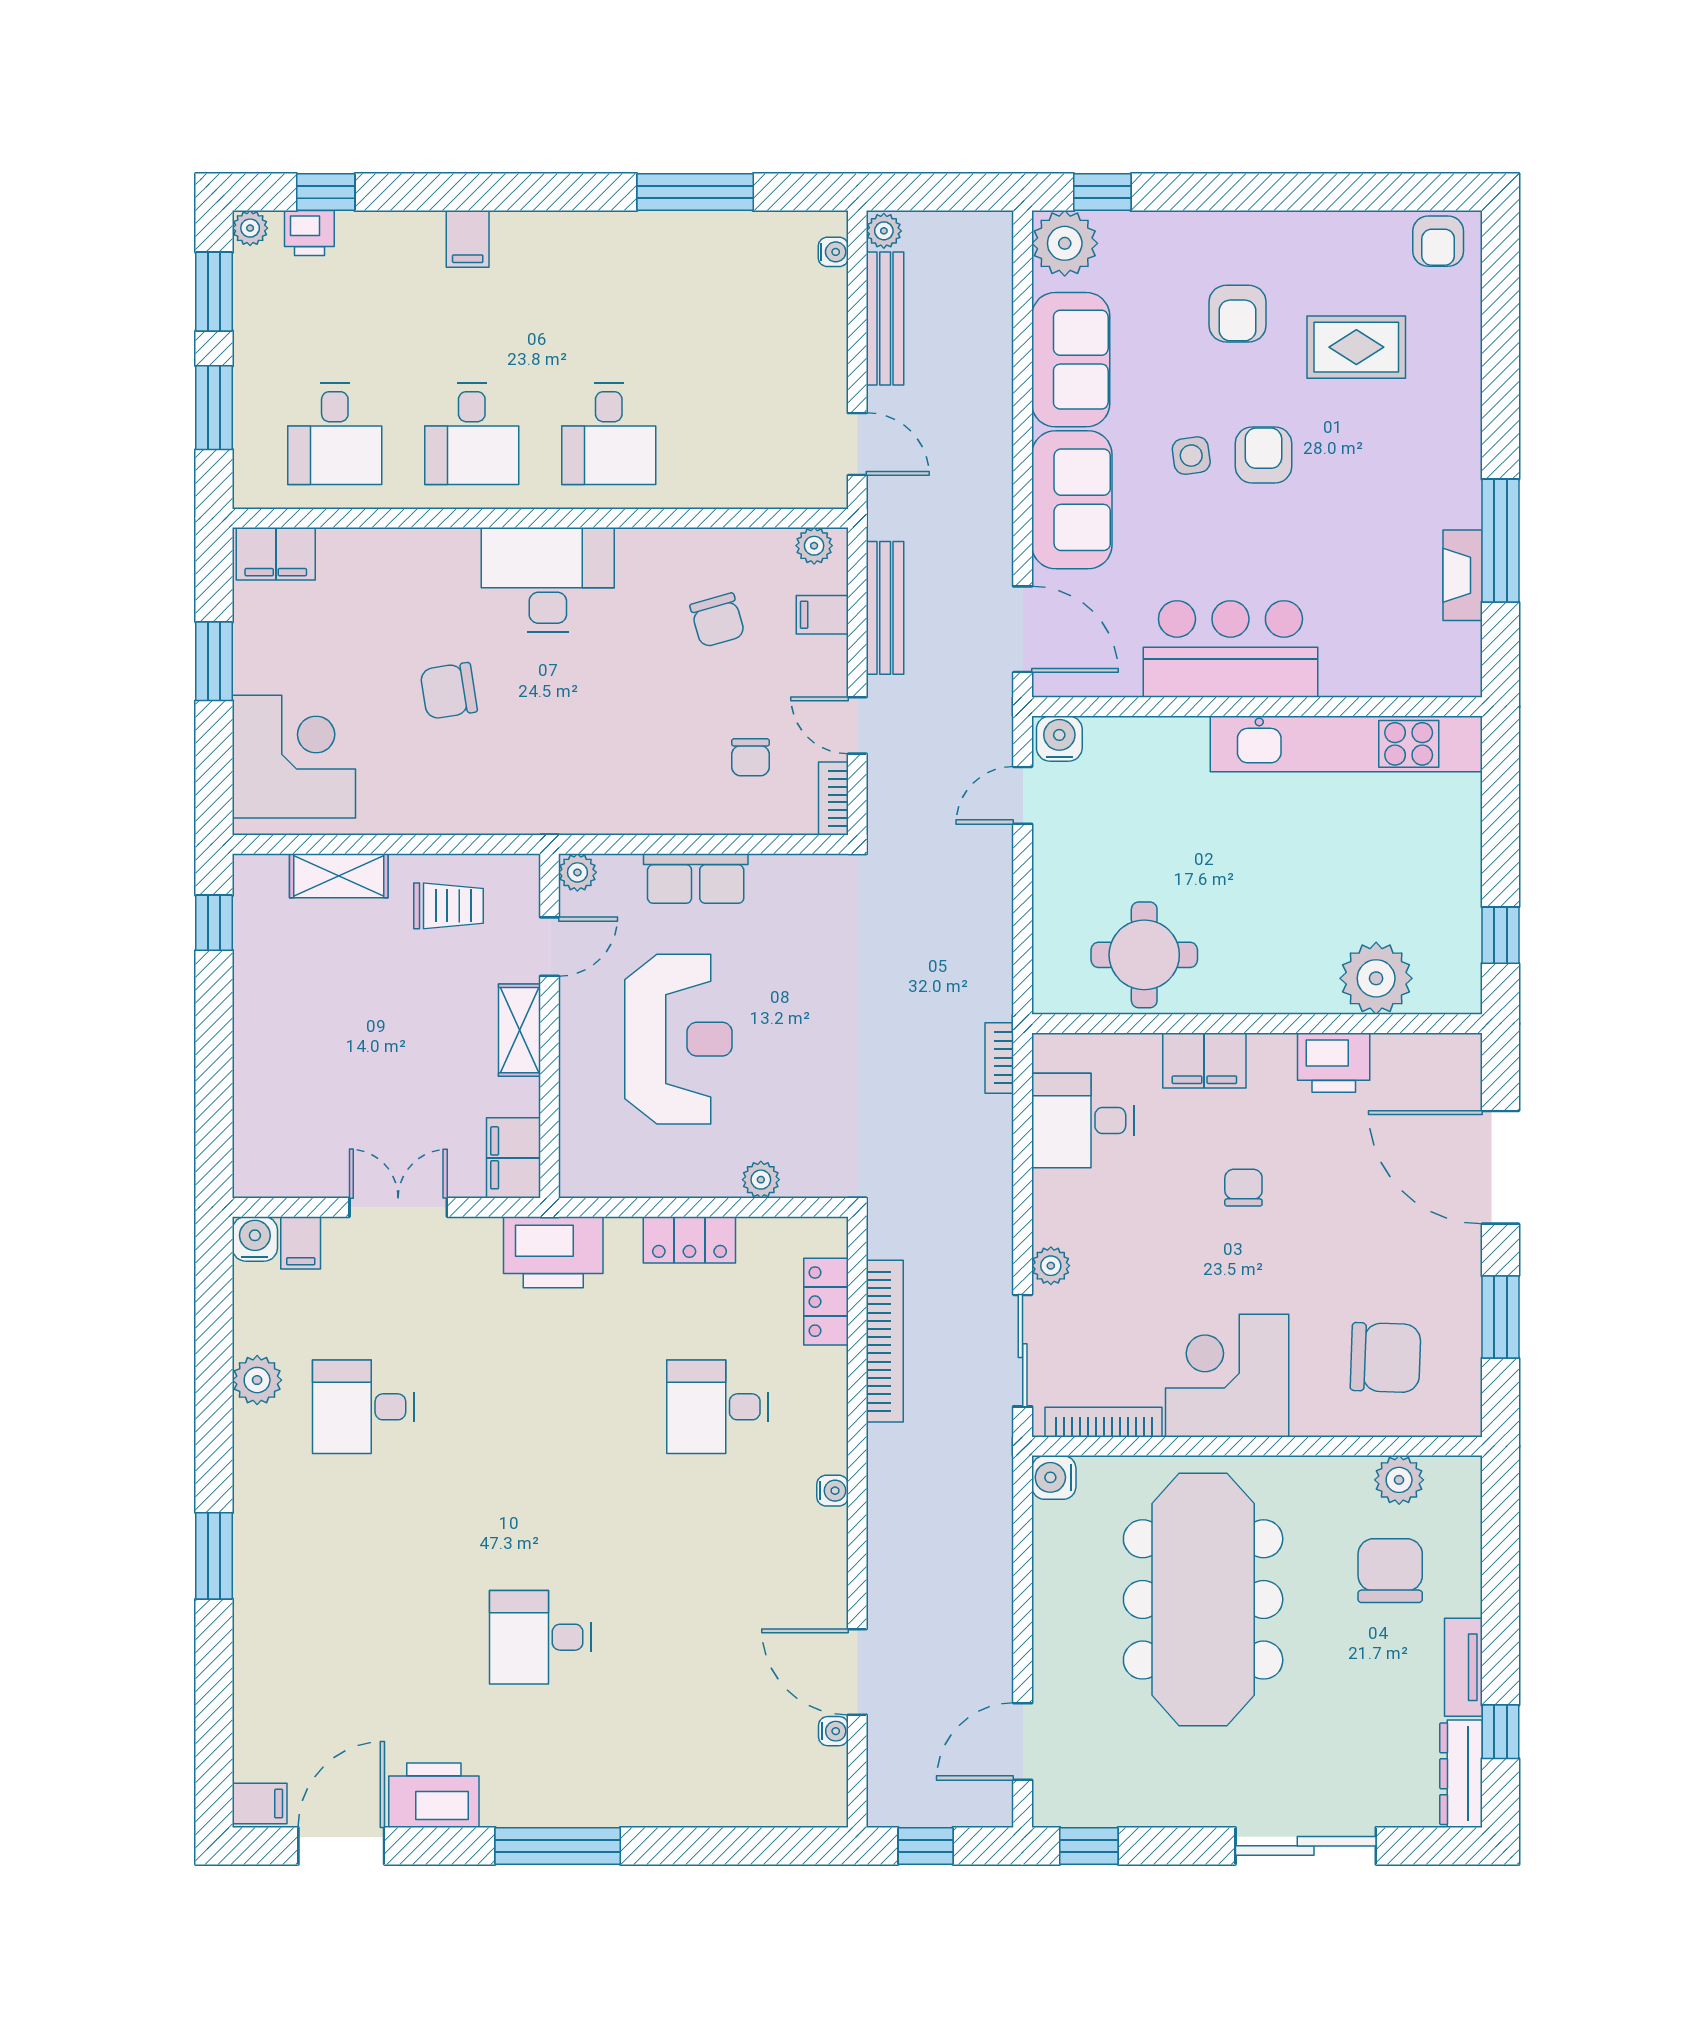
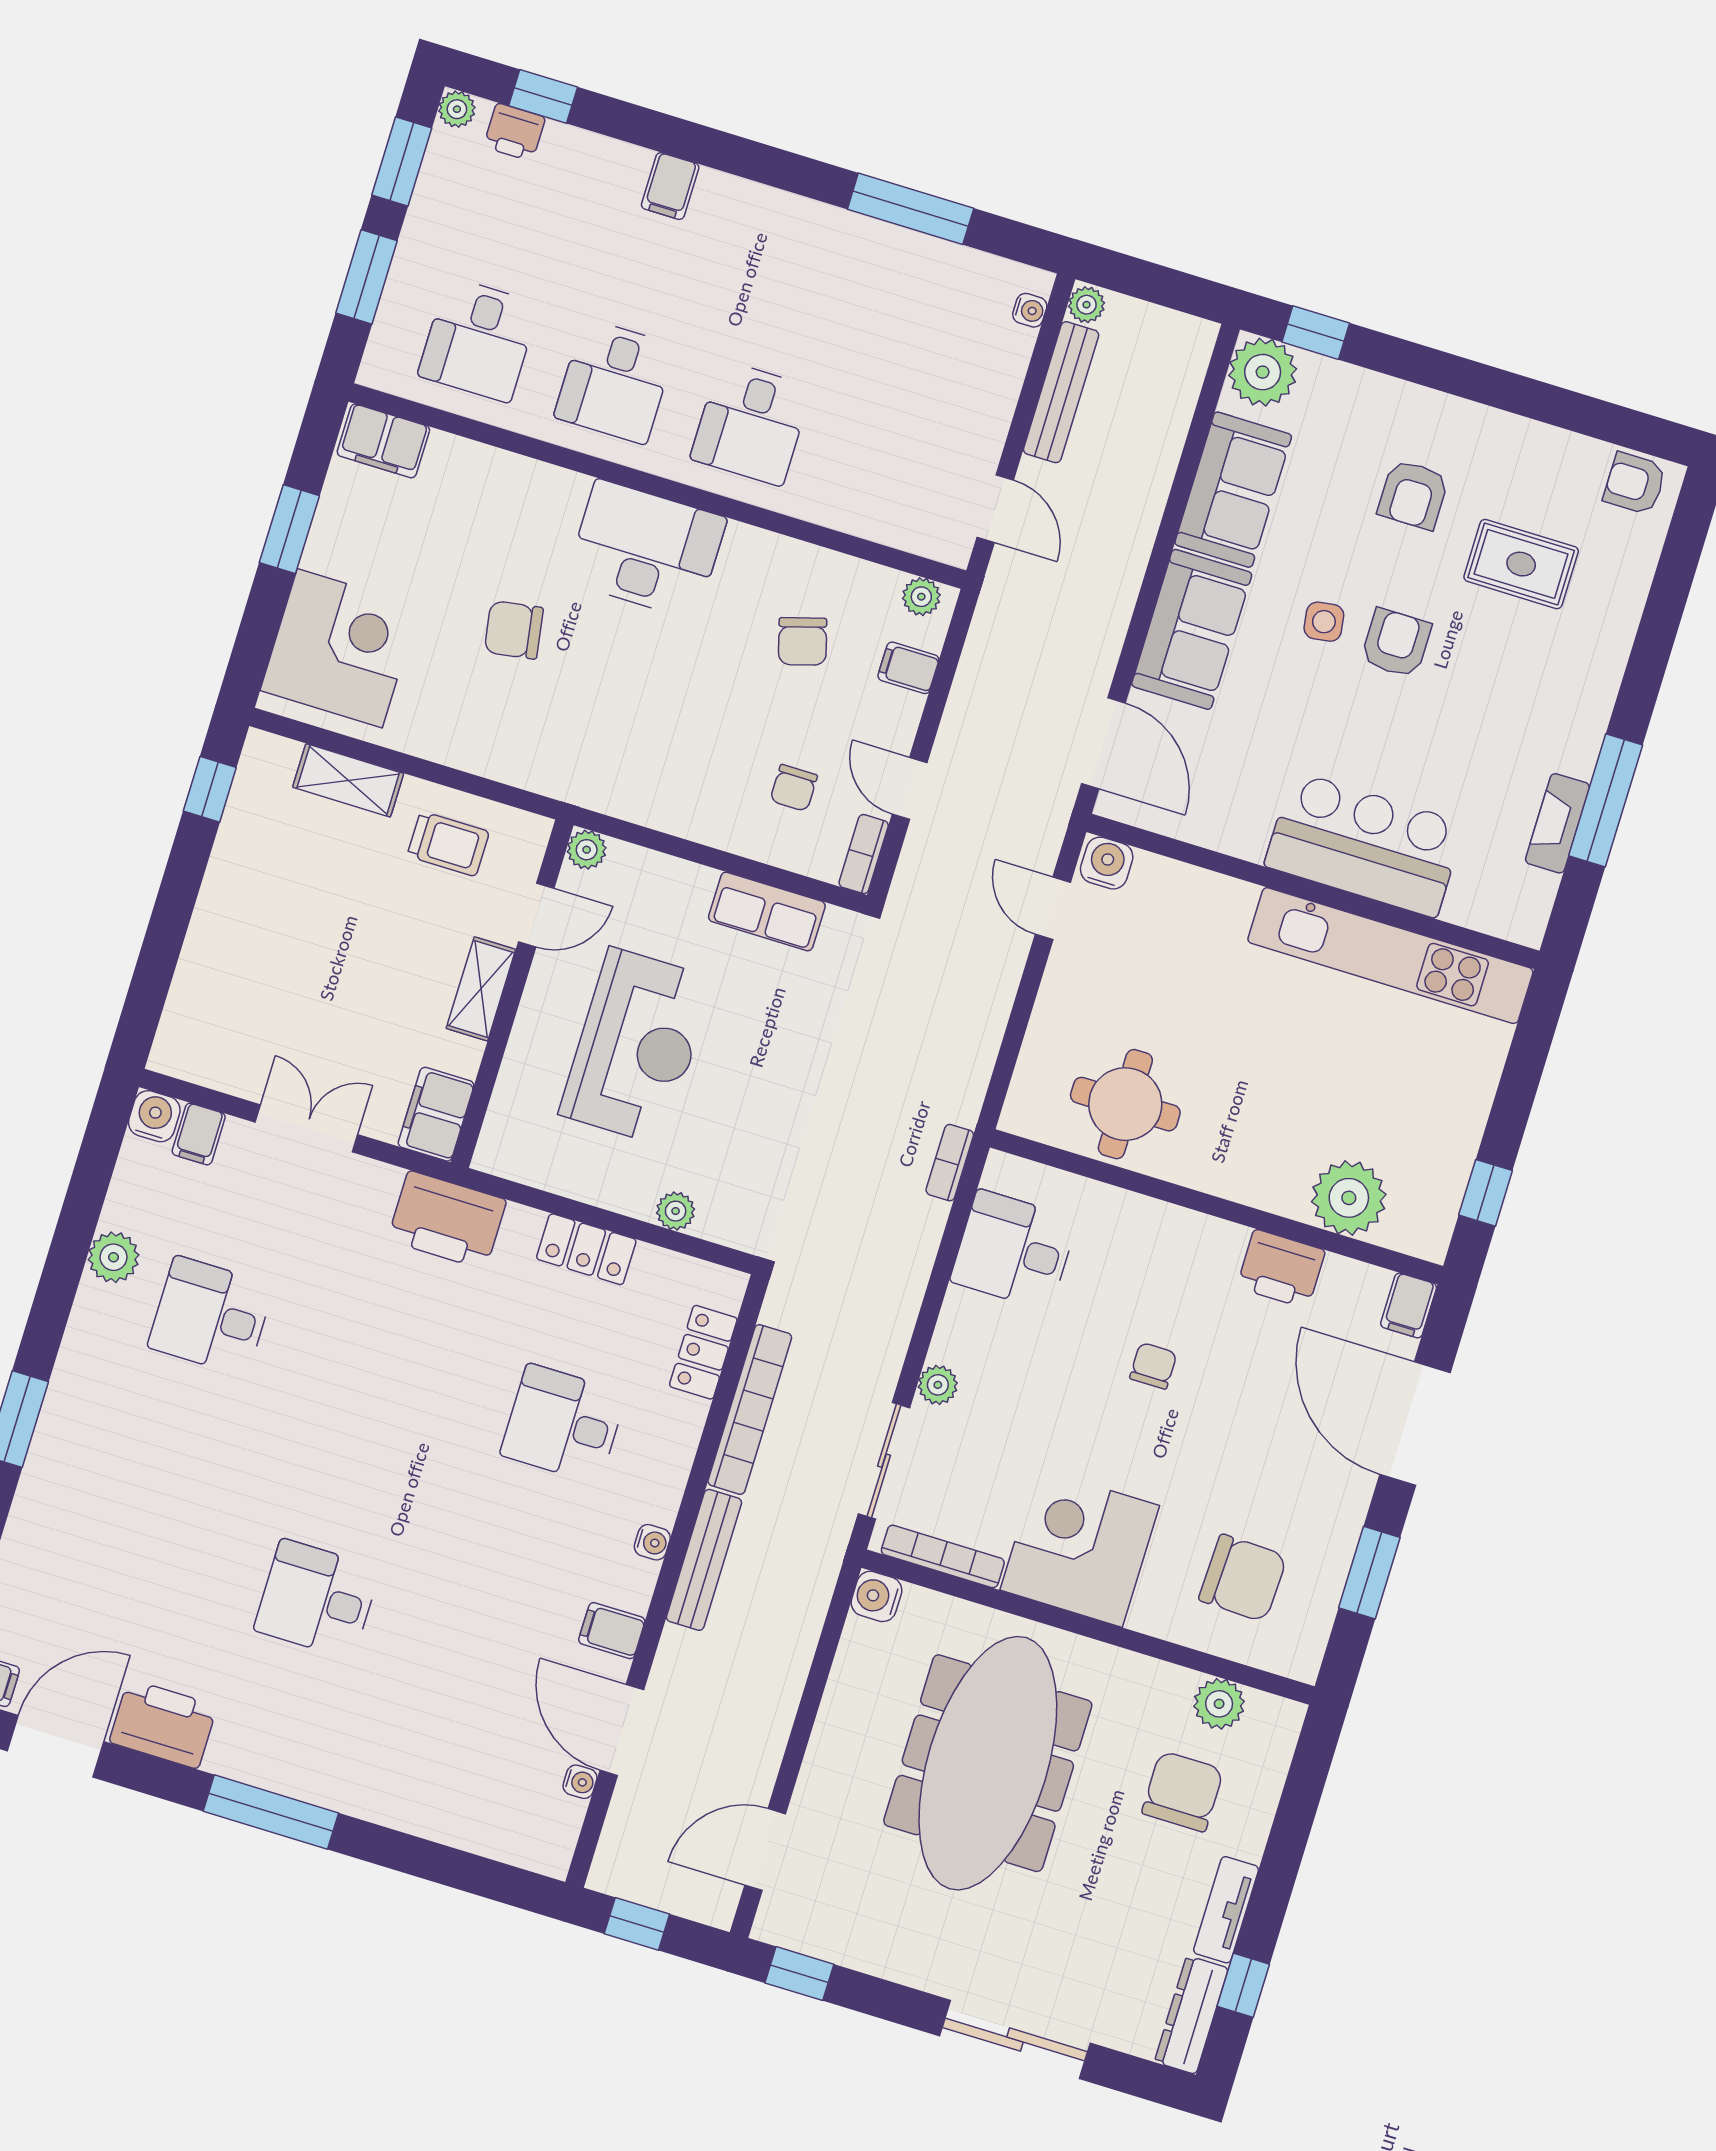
armchair: (1438, 241) -> (1635, 483), turned 90
bench: (885, 608) -> (704, 1560), moved
bar counter: (1230, 649) -> (1364, 844), moved
door: (1023, 795) -> (1053, 908), hinge flipped
row of seats: (696, 879) -> (767, 911), moved
filing cabinet: (1204, 1060) -> (1409, 1305), moved, width x0.50
filing cabinet: (820, 1583) -> (612, 1631), added

